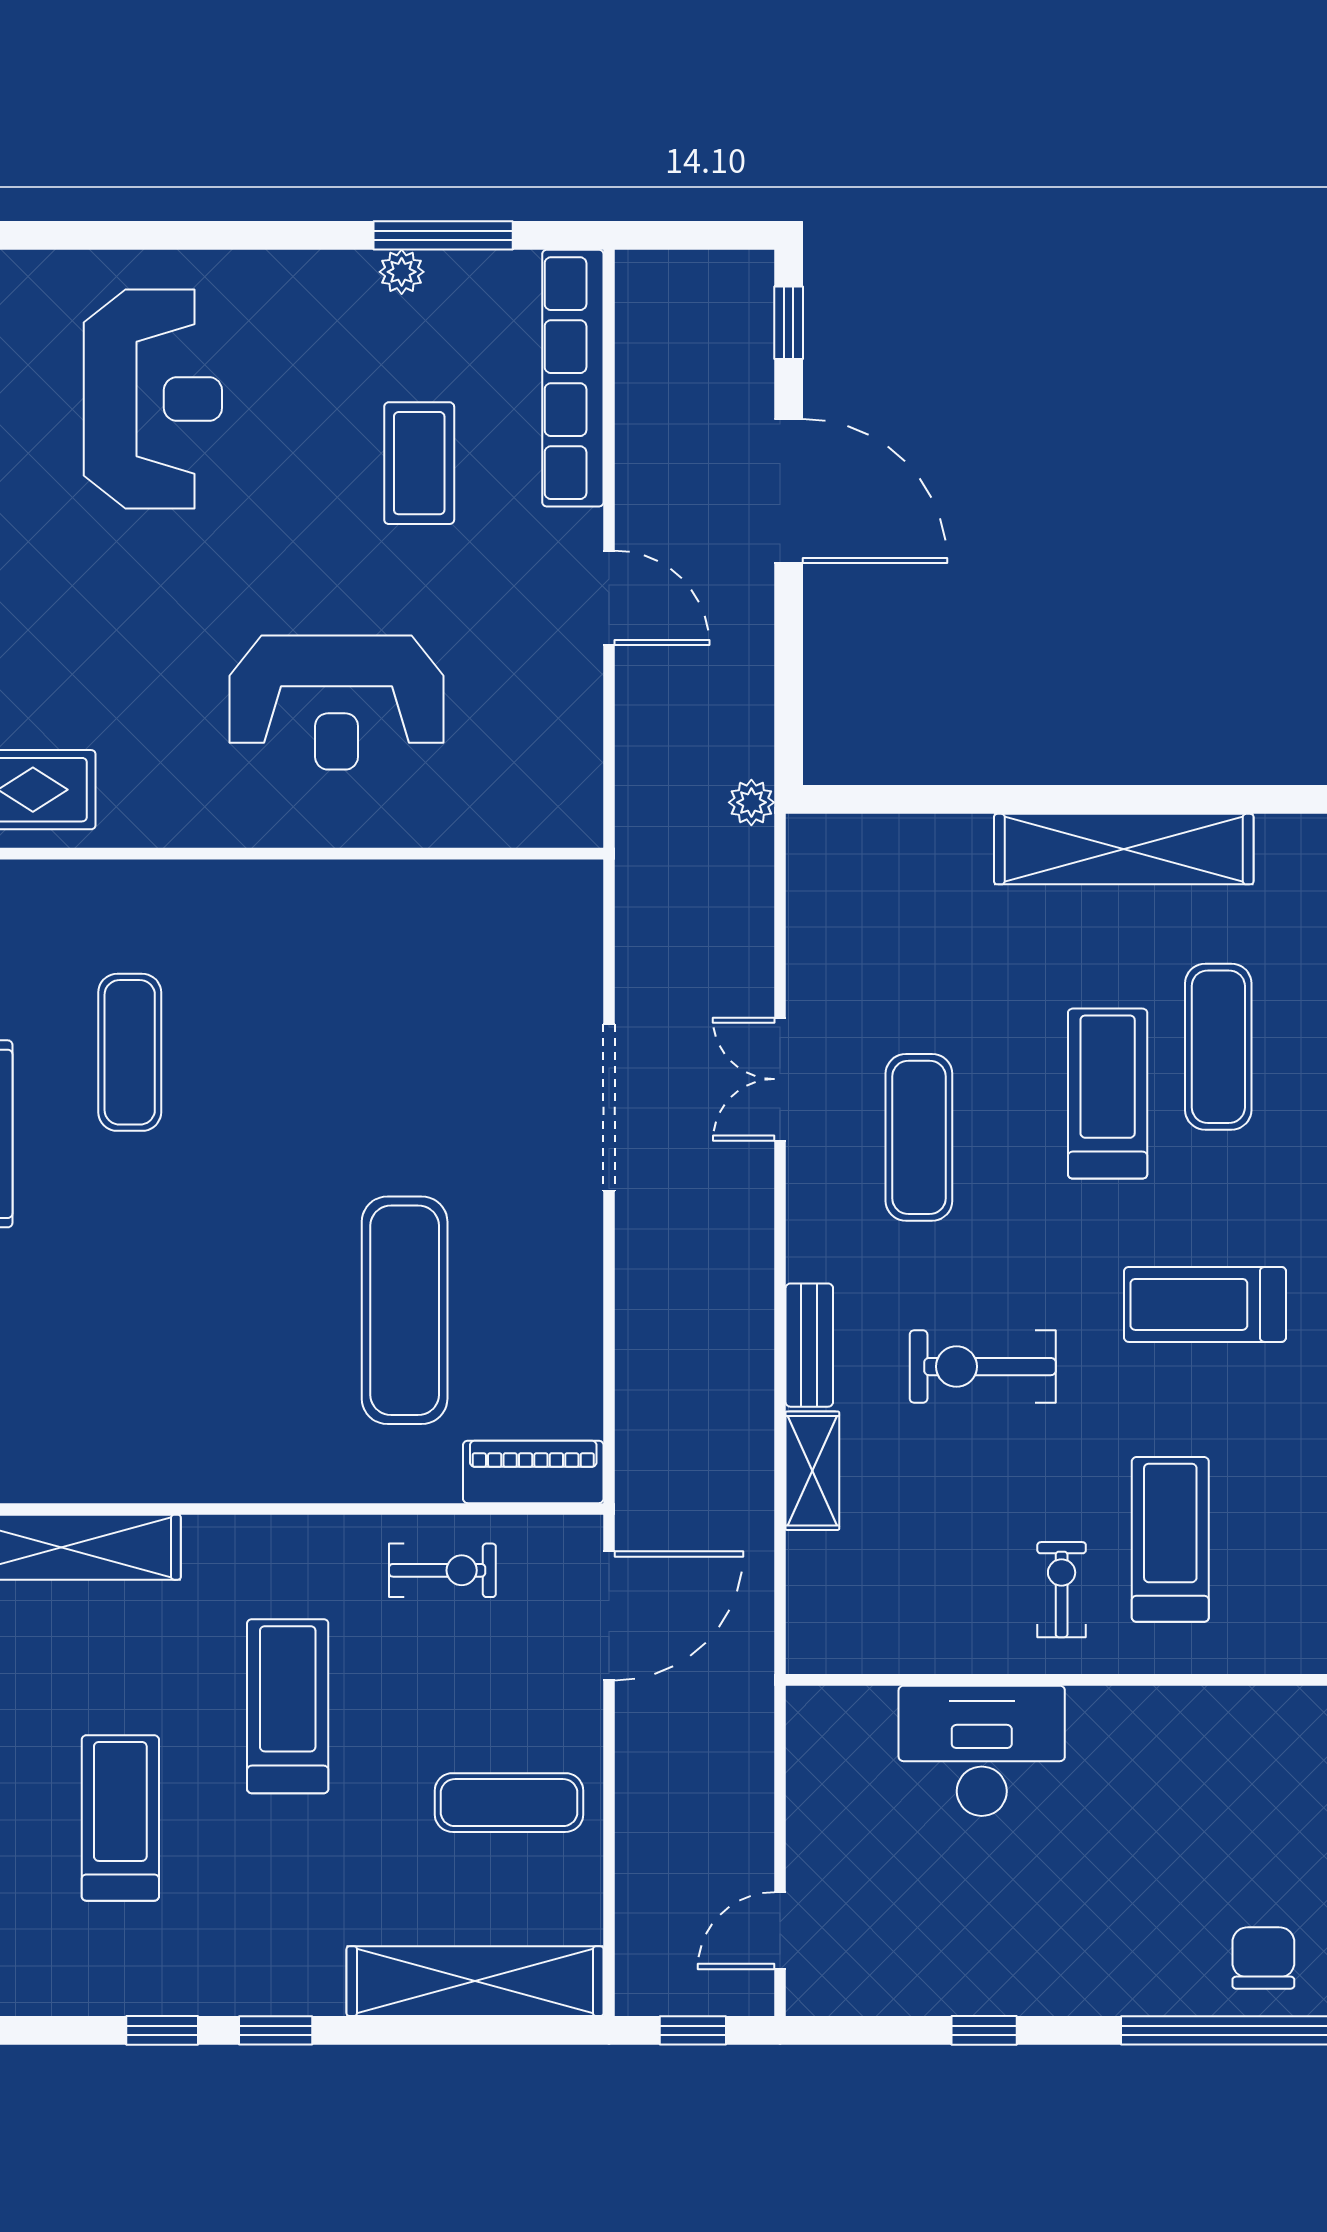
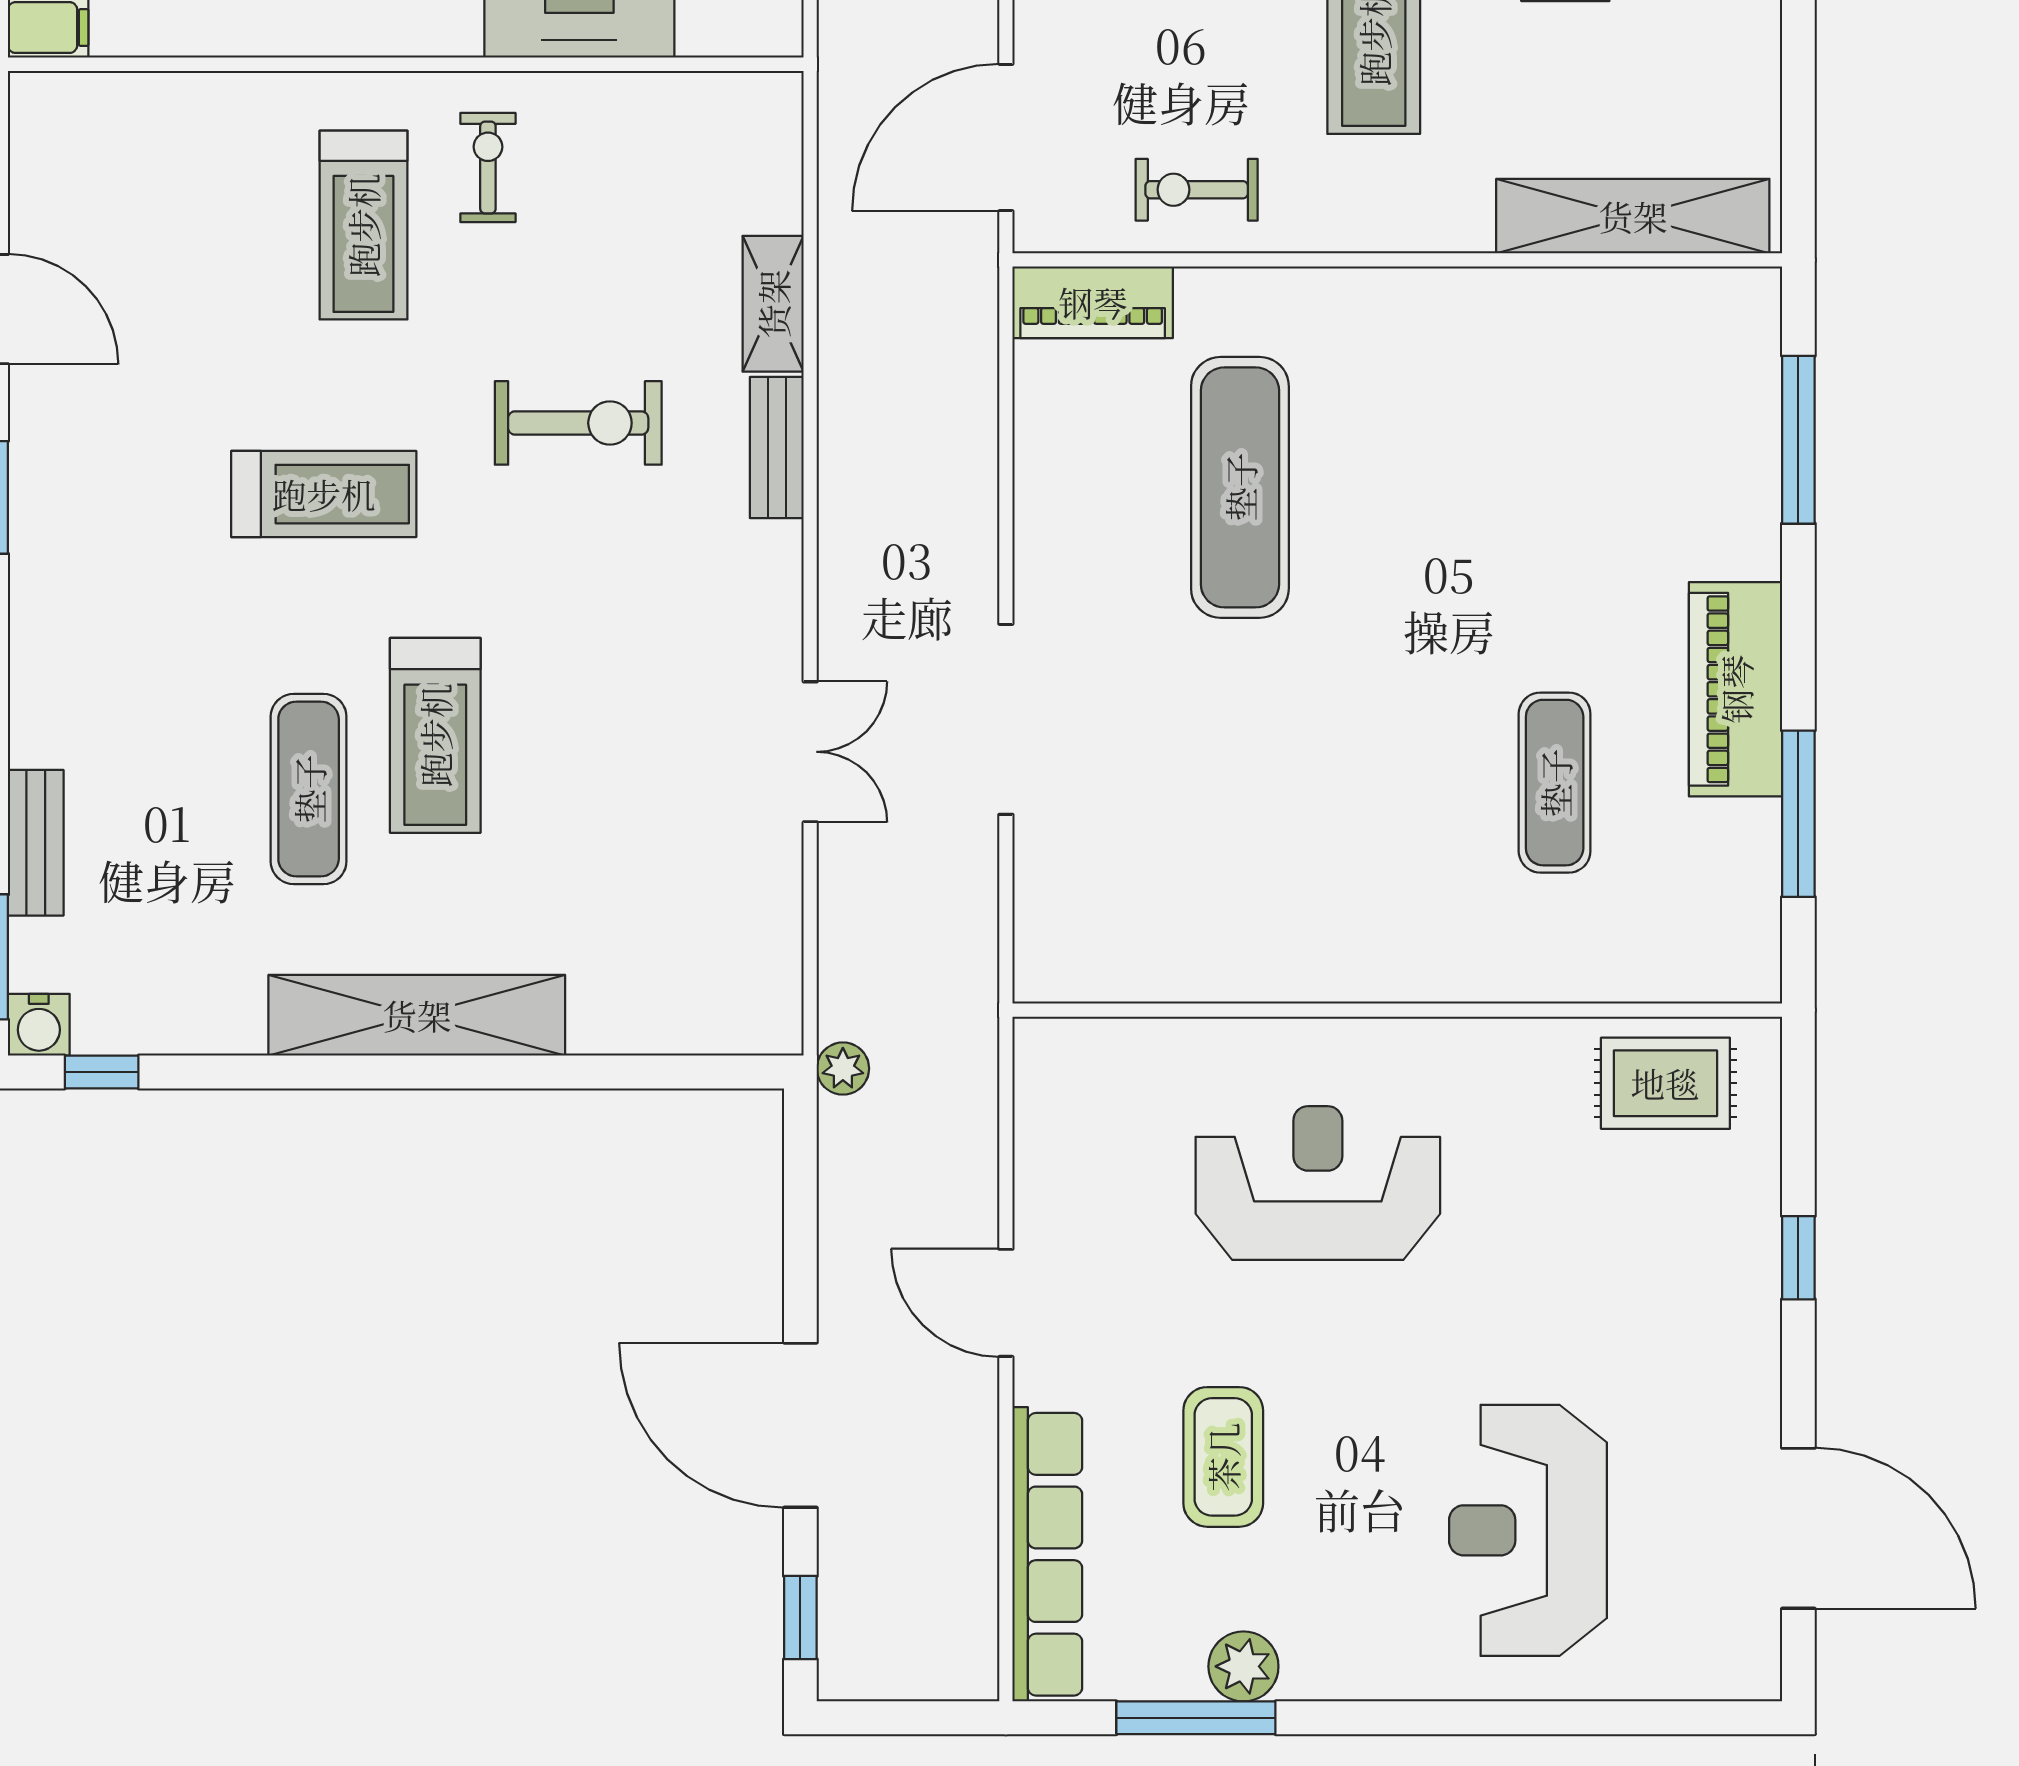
plant: (402, 272) -> (1243, 1666), width x1.38, depth x1.38
exercise mat: (919, 1137) -> (651, 685), removed
exercise bike: (1062, 1590) -> (488, 168), turned 180

